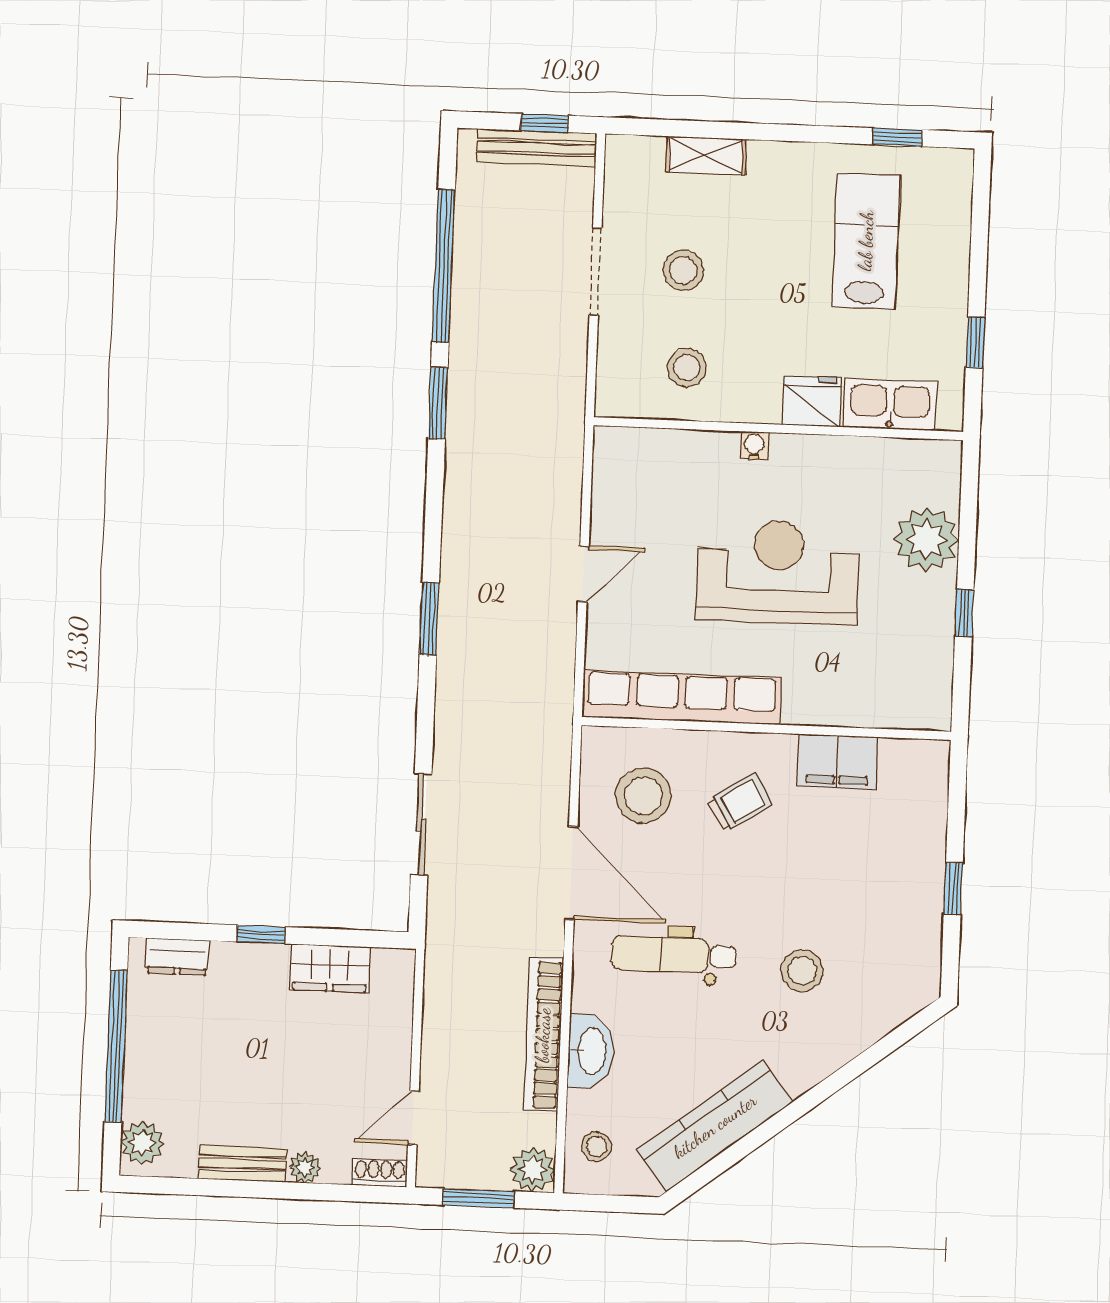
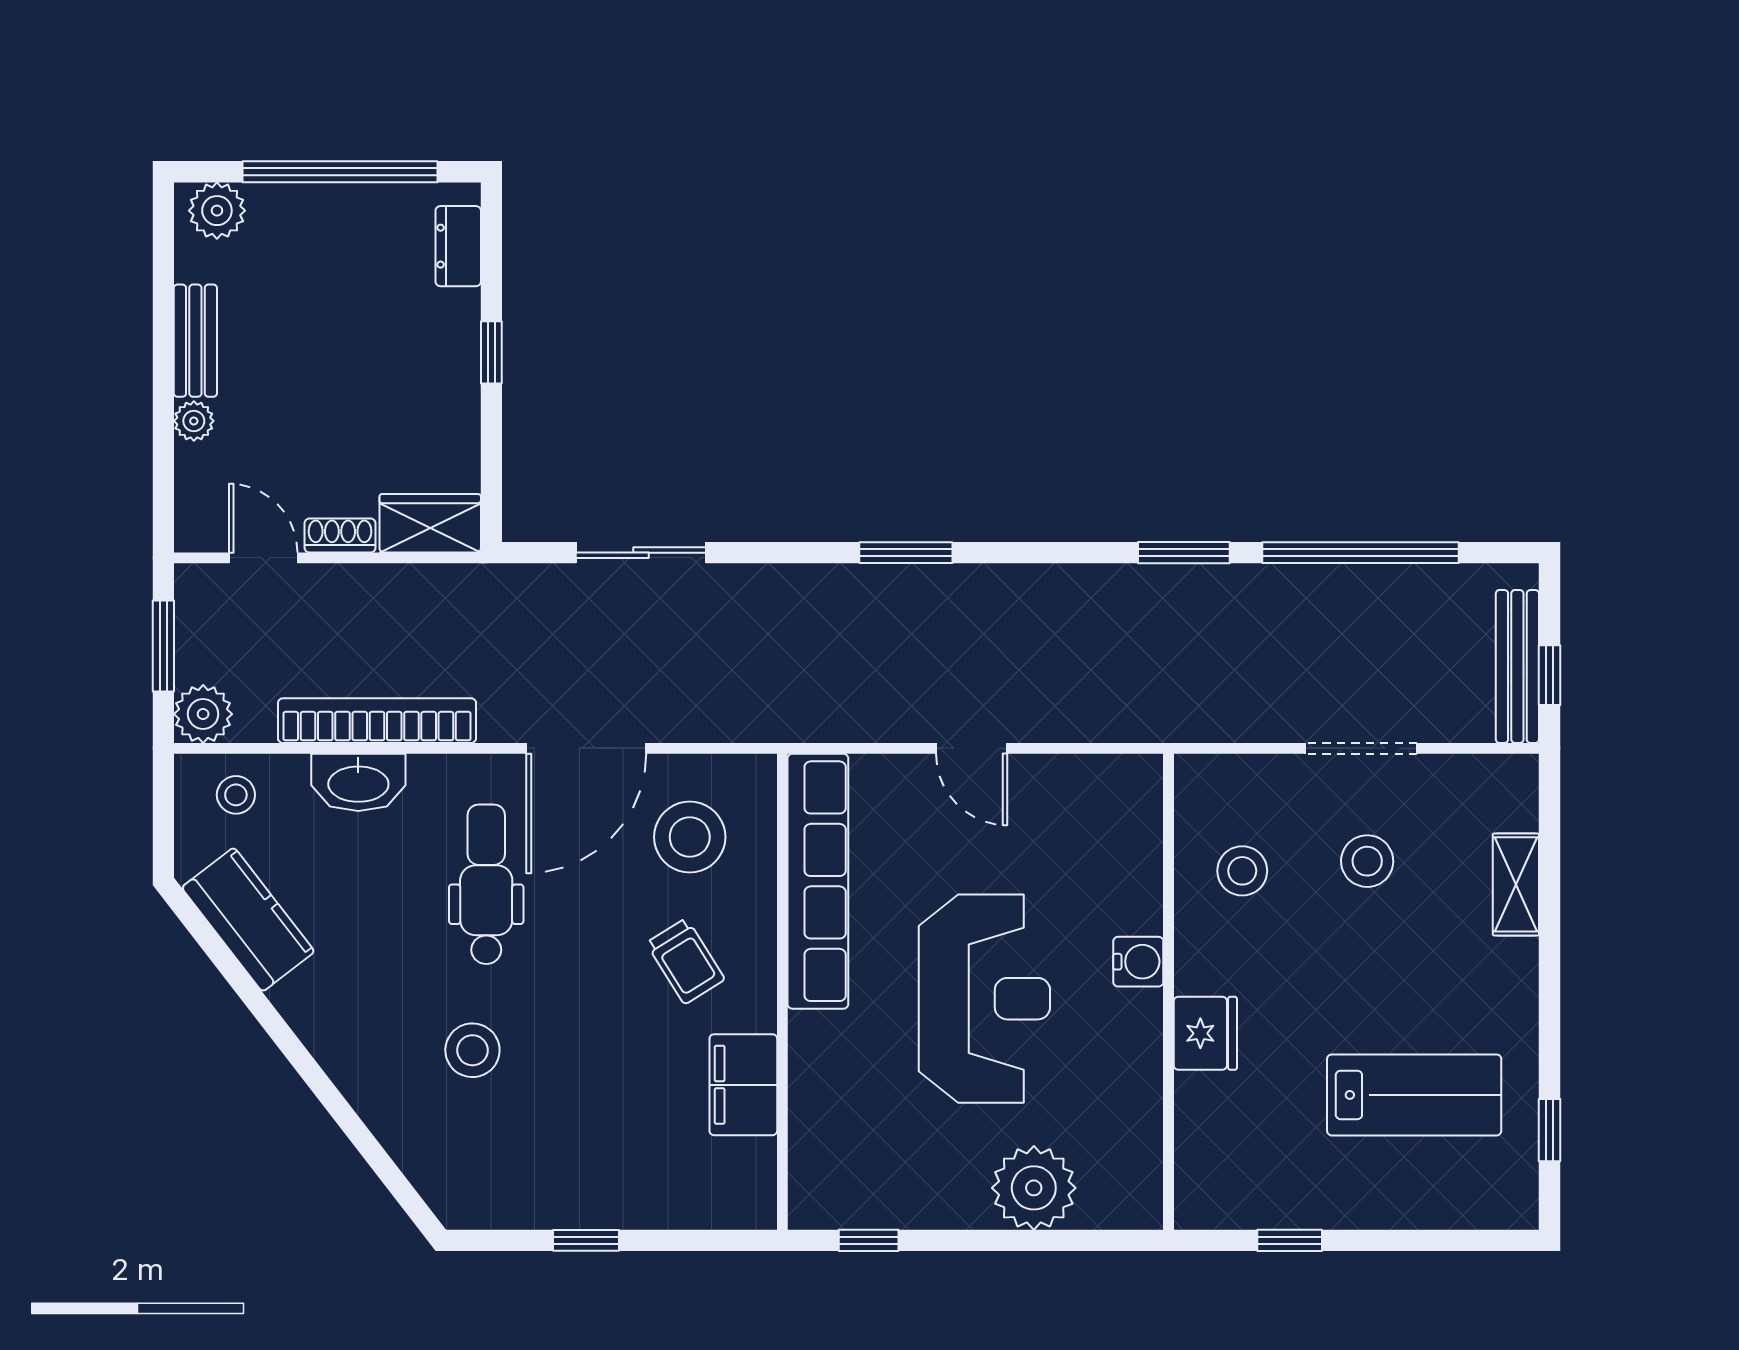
kitchen sink: (890, 404) -> (1205, 1134), removed
water cooler: (754, 446) -> (1138, 962), width x1.38, depth x1.38
window: (964, 613) -> (869, 1240), moved
wardrobe: (330, 968) -> (430, 523), moved, turned 90
kitchen counter: (715, 1126) -> (248, 920), width x0.67
shoe rack: (380, 1173) -> (340, 536), moved, turned -90

